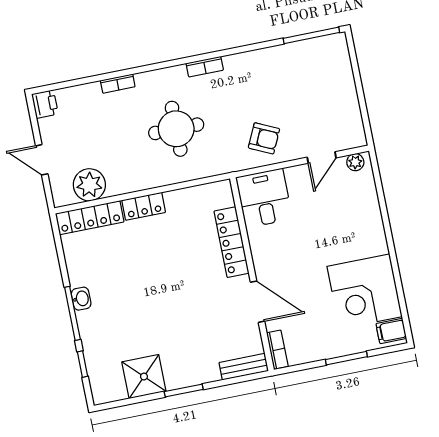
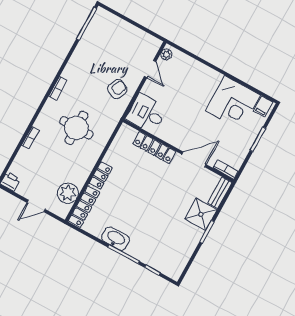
washbasin: (81, 299) -> (116, 239), width x1.91, depth x1.45
shower: (144, 377) -> (201, 214), moved

